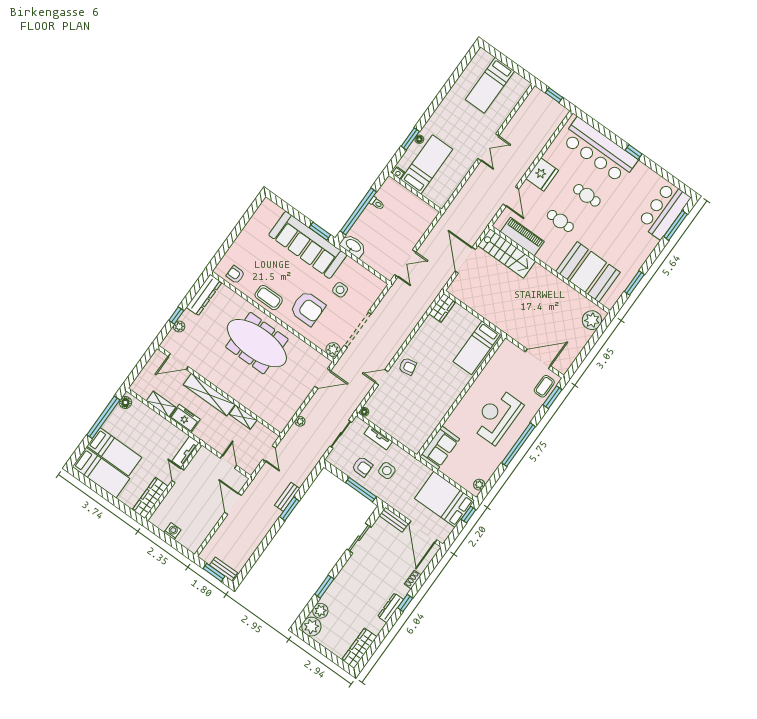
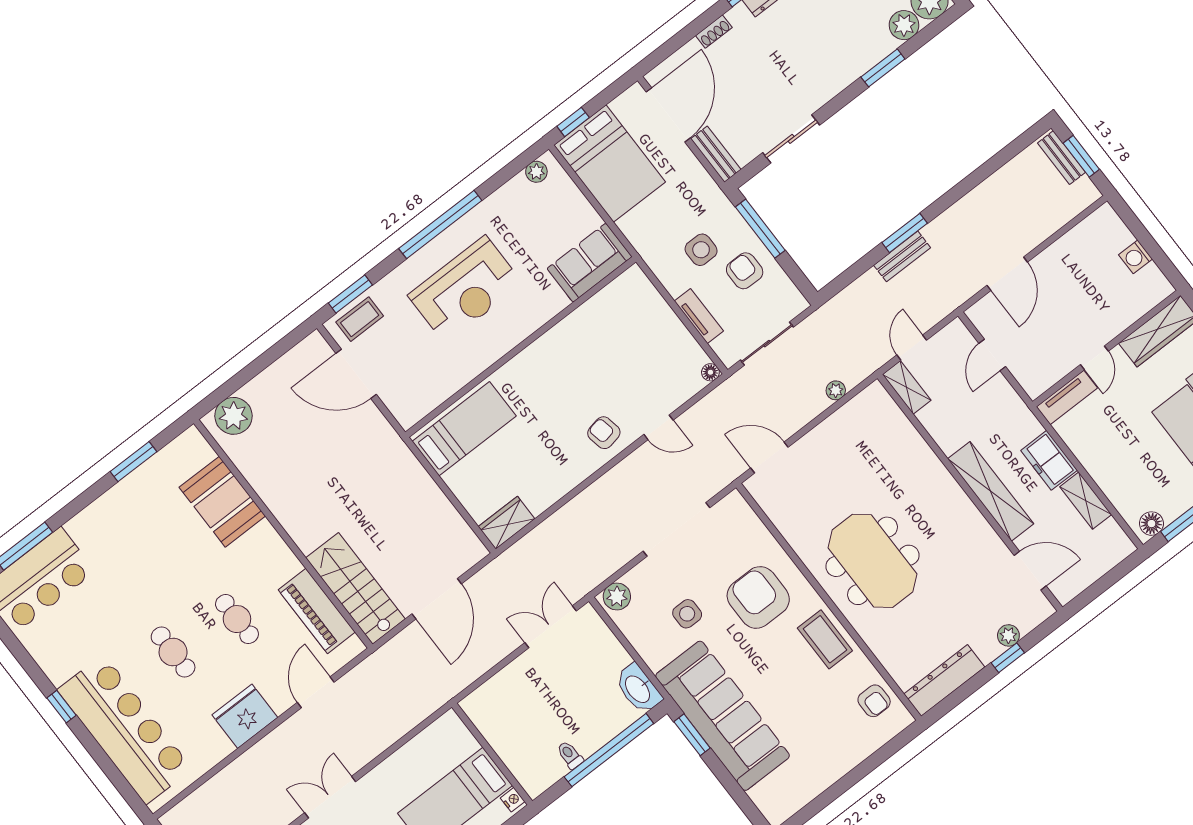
booth: (588, 272) -> (222, 502), width x0.73, depth x0.70
meeting table: (257, 343) -> (873, 561), width x0.73
plant: (333, 350) -> (617, 596), moved
shelving: (243, 417) -> (907, 387), moved

